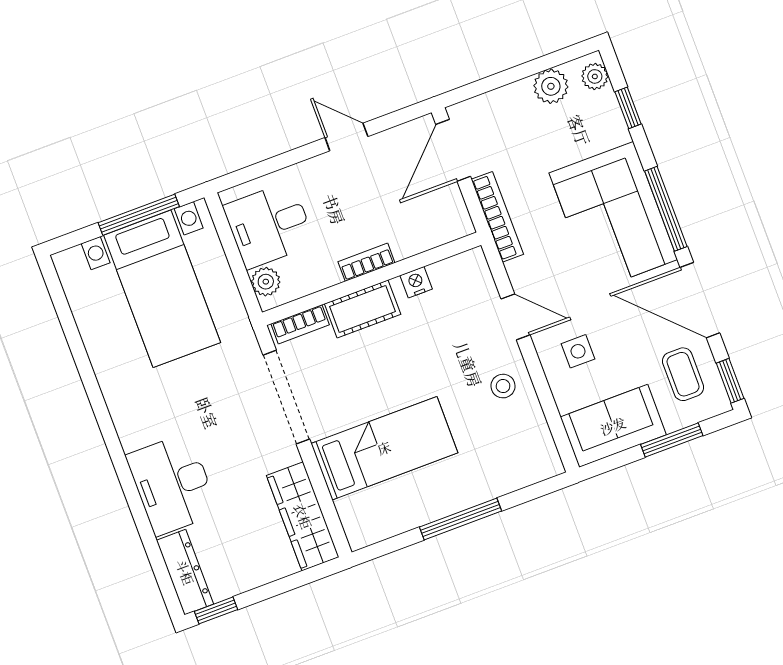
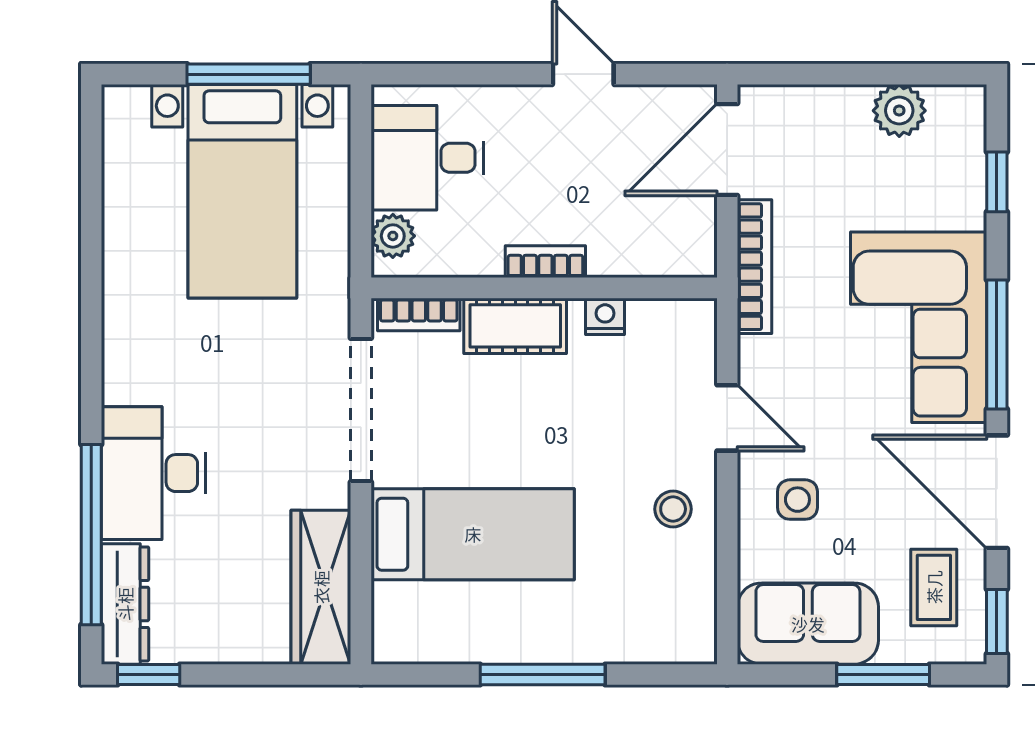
plant: (595, 76) -> (967, 120), removed
window: (148, 537) -> (91, 535), added

